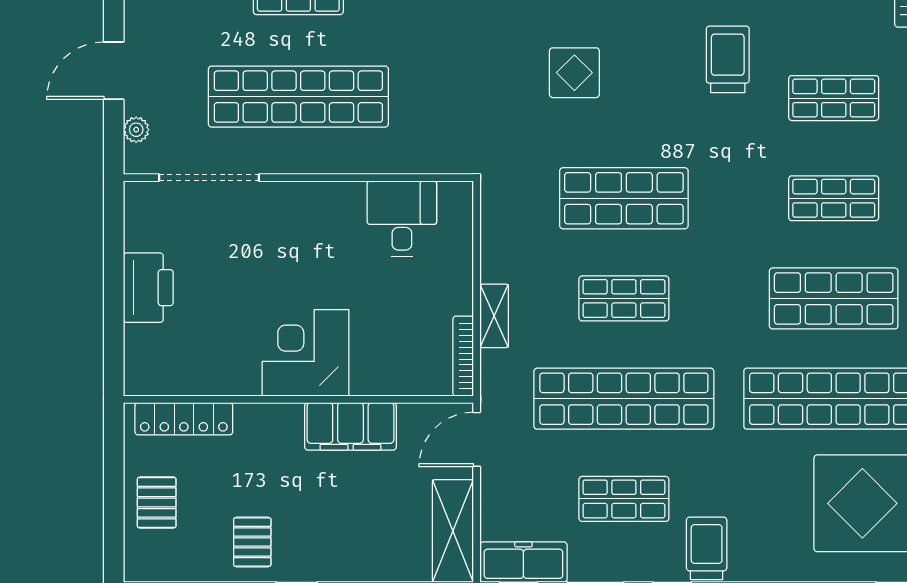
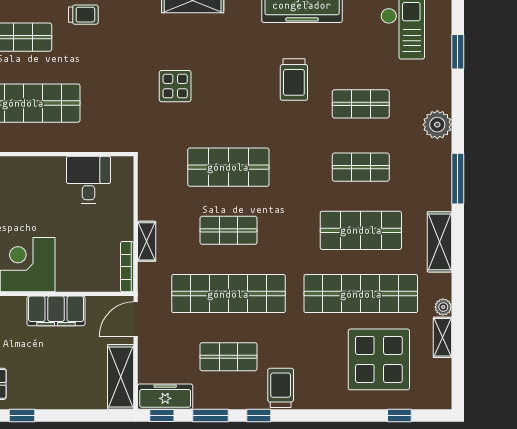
trolley: (728, 59) -> (294, 79), turned 180
display table: (574, 73) -> (175, 86), moved

